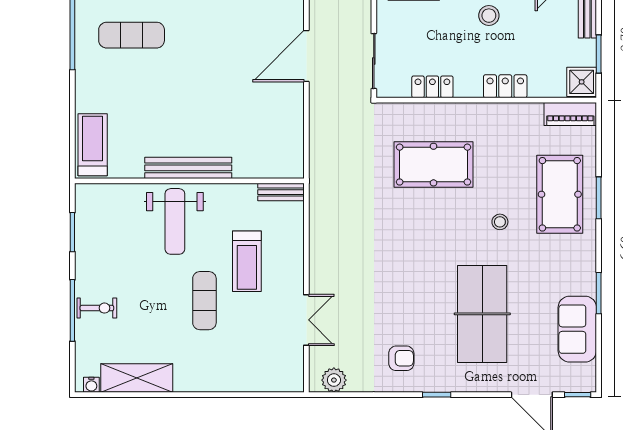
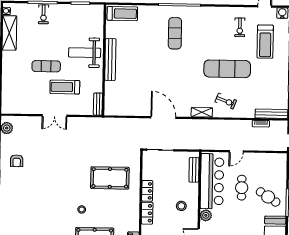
locker: (432, 87) -> (147, 191), moved
pool table: (434, 165) -> (110, 178), turned 90
table tennis table: (482, 314) -> (37, 200), removed
double door: (306, 320) -> (55, 116), moved

